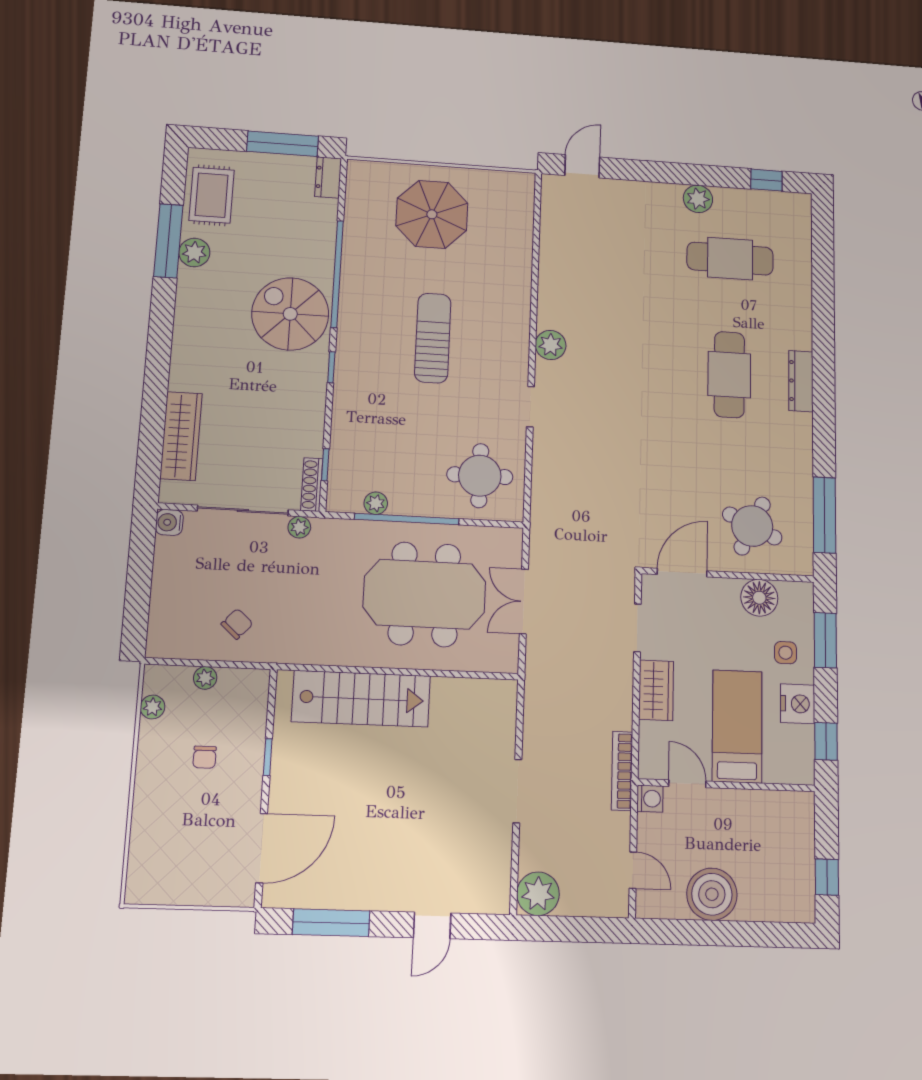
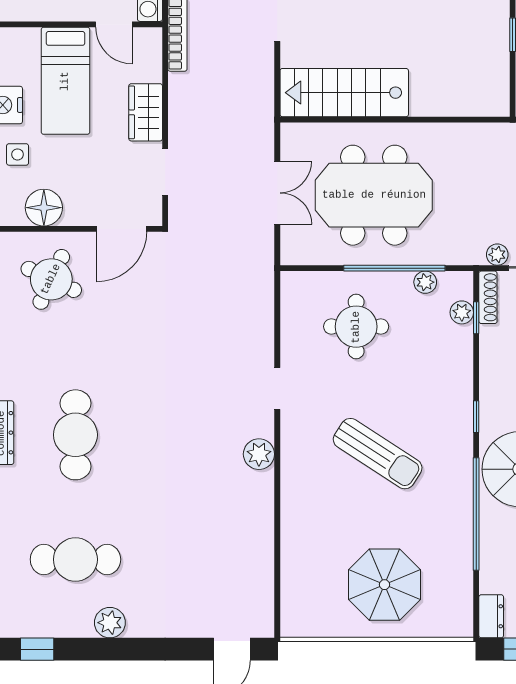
sun lounger: (433, 338) -> (378, 454), turned -57
plant: (340, 471) -> (462, 312), added
round table: (480, 476) -> (356, 327), moved
stairs: (361, 699) -> (344, 93), moved

